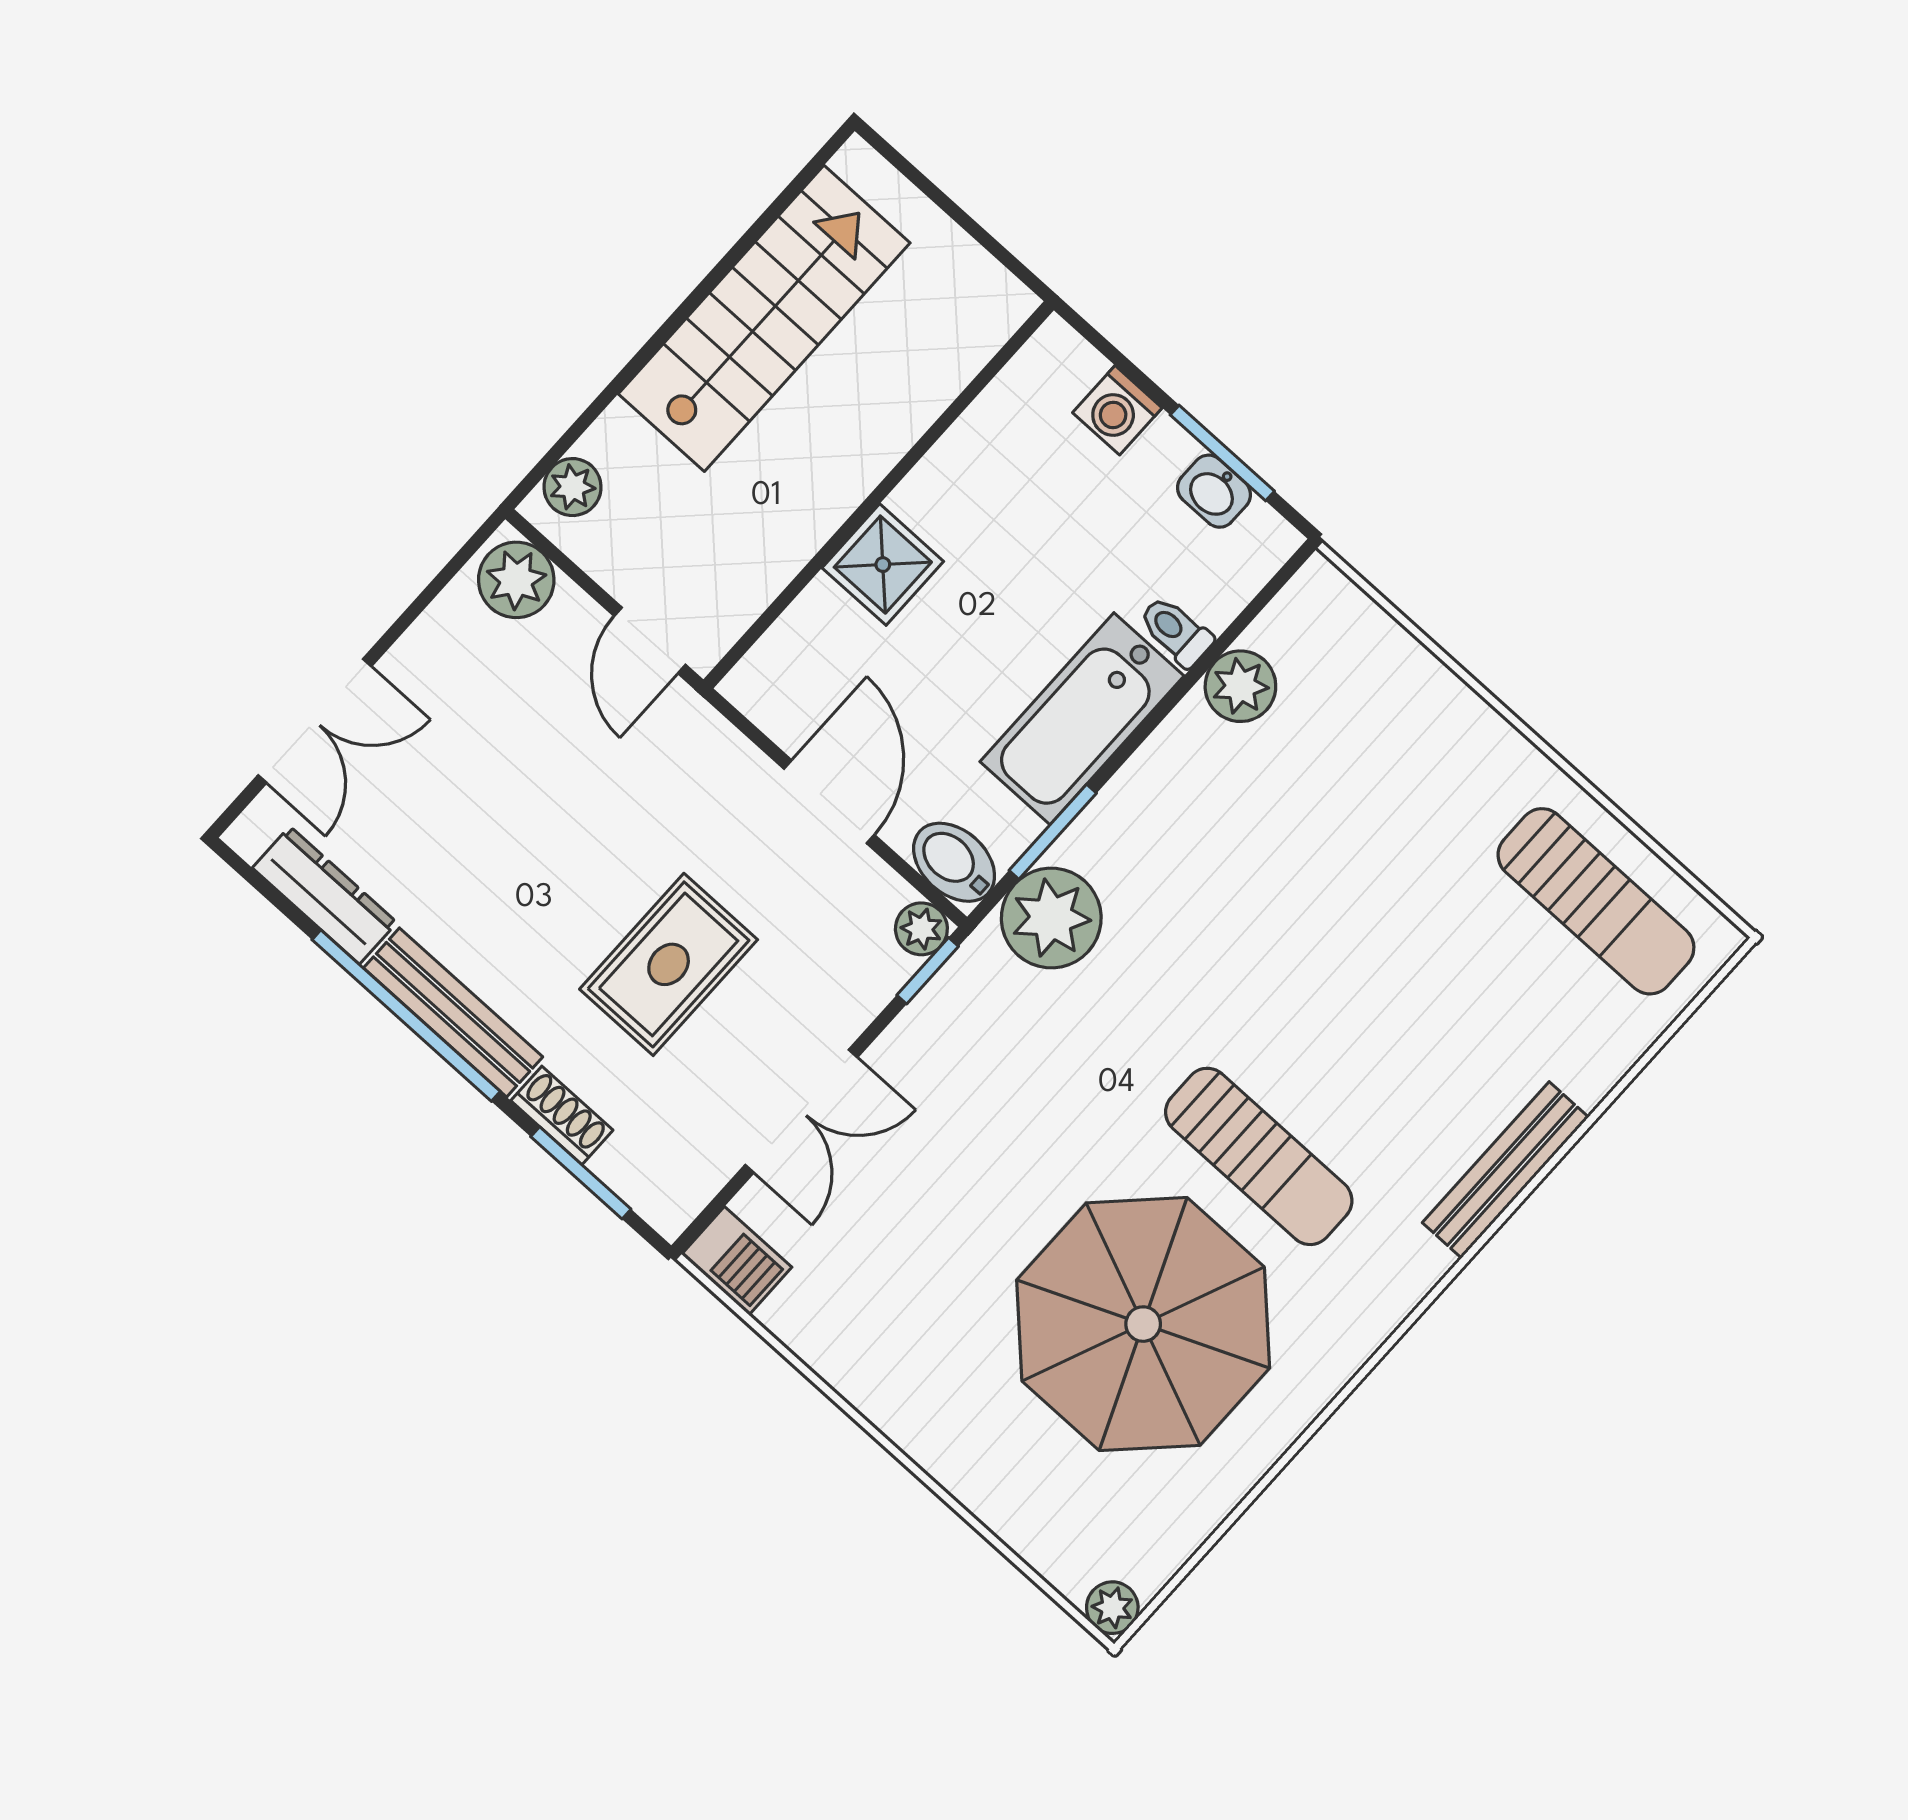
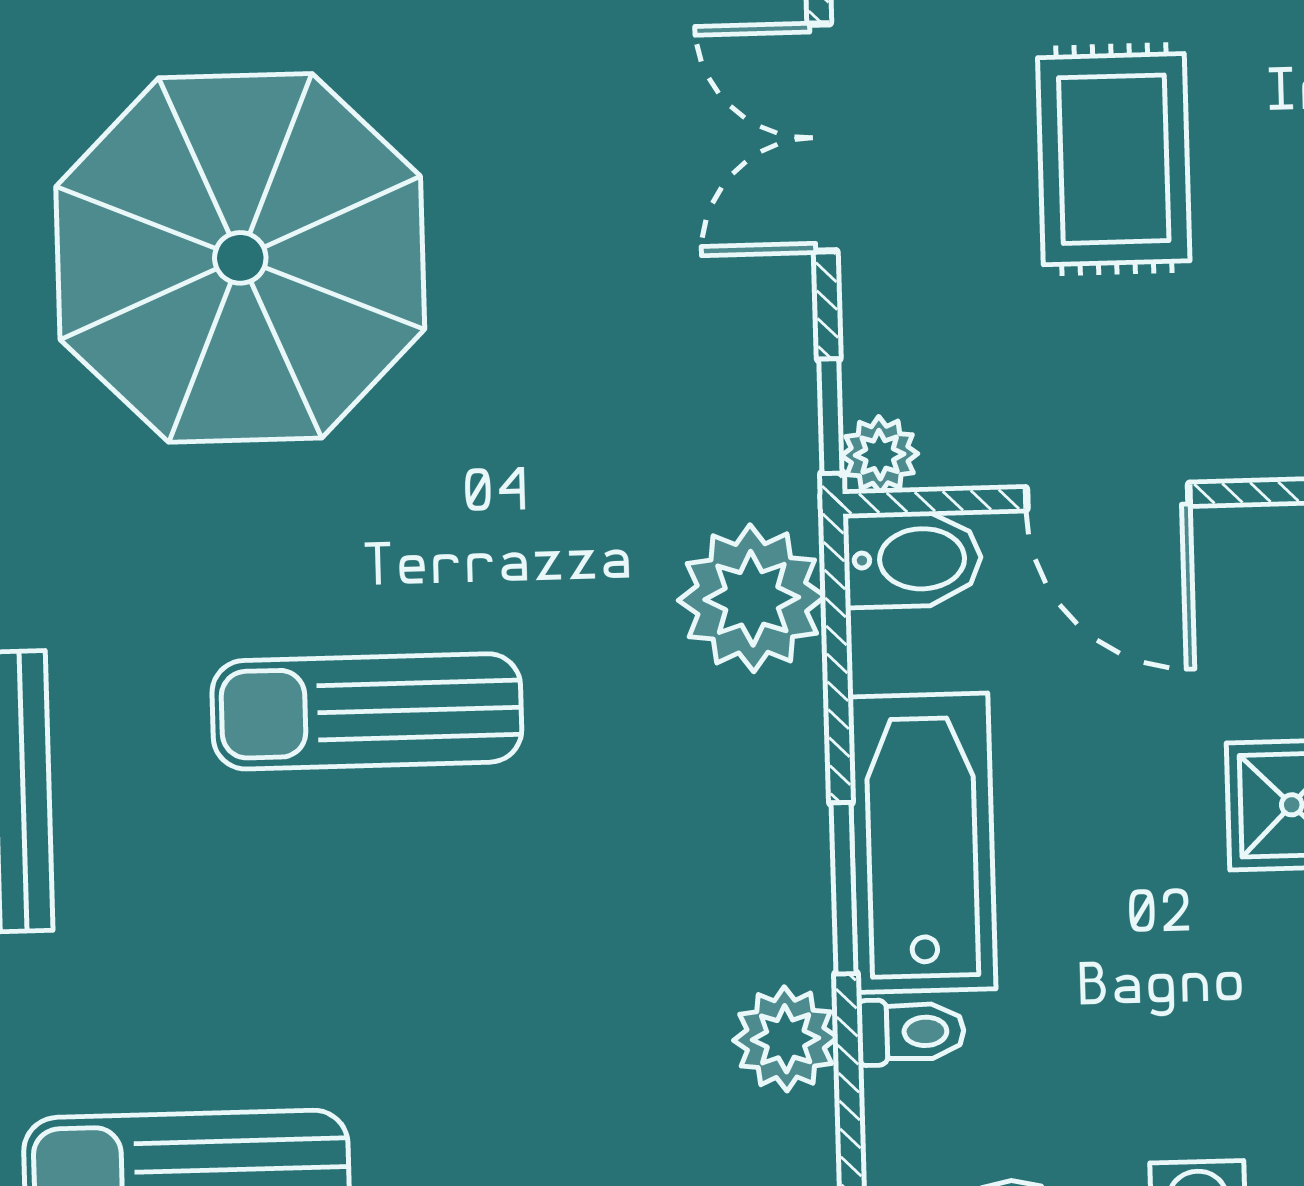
window: (1053, 832) -> (843, 888), moved
sun lounger: (1259, 1156) -> (367, 711), moved

